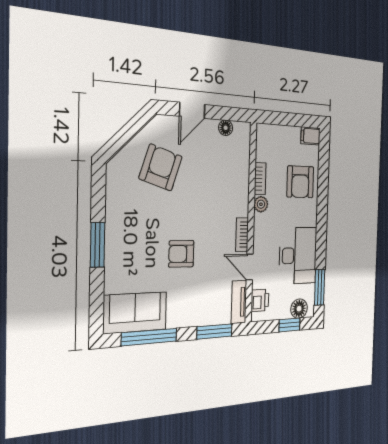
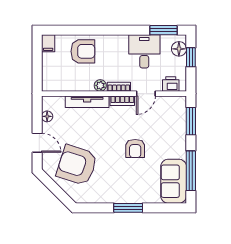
armchair: (161, 167) -> (77, 165), width x1.36, depth x1.36
bookcase: (260, 179) -> (119, 87), moved
desk: (298, 256) -> (144, 51), width x0.73
tv unit: (239, 302) -> (87, 102), moved, width x1.41

